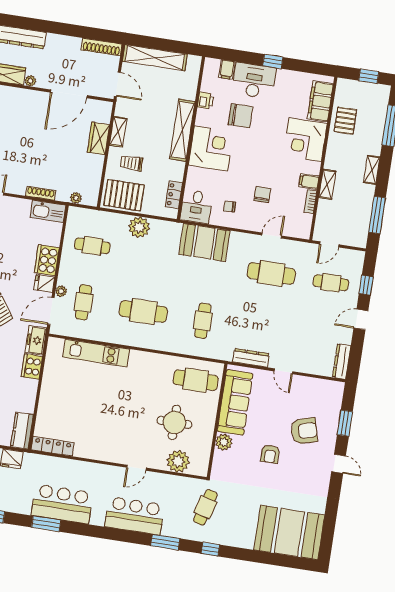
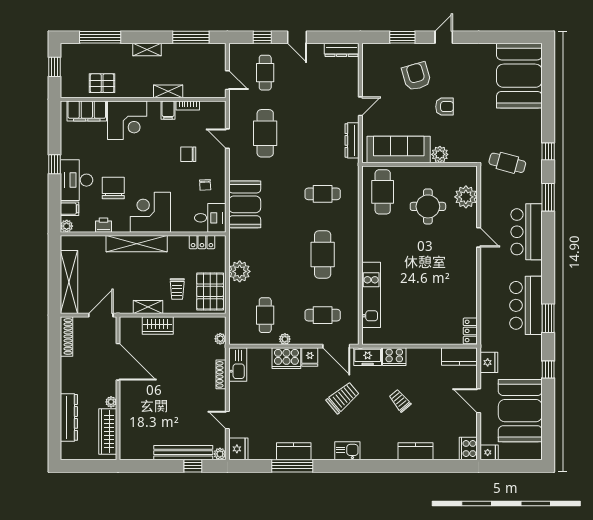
plant: (210, 64) -> (67, 226), added
plant: (61, 291) -> (285, 339), moved
locker: (53, 446) -> (470, 331), width x0.66

